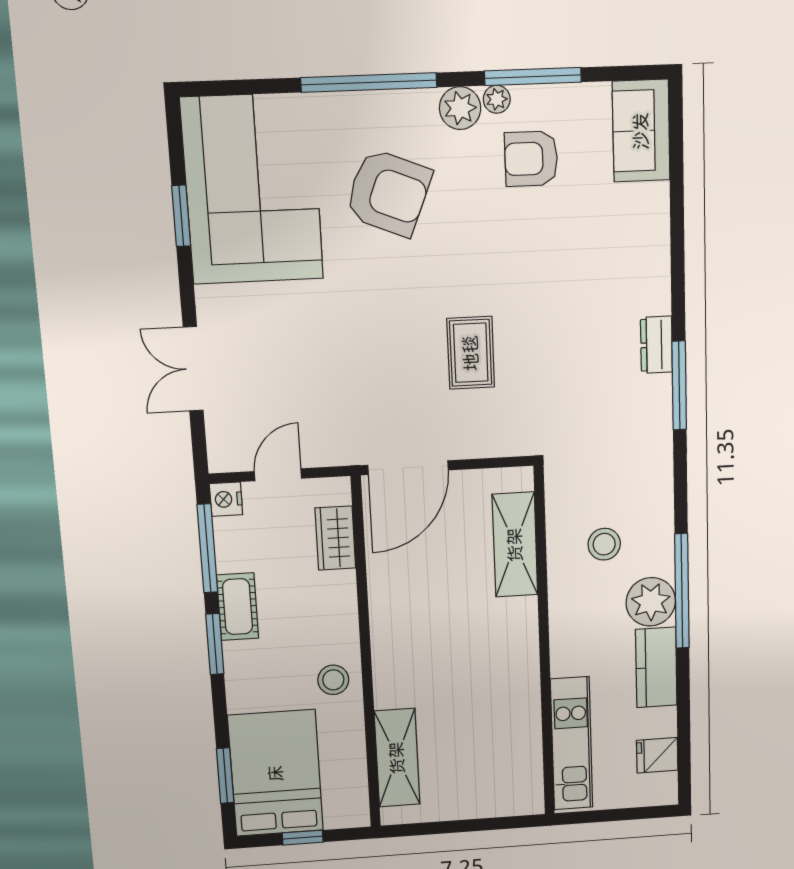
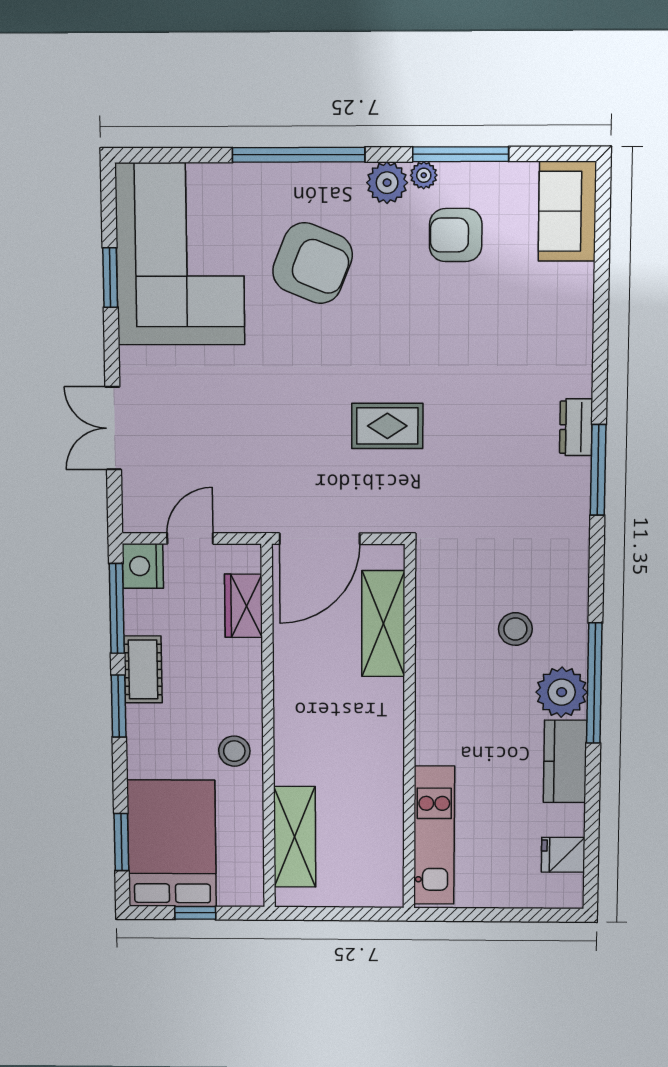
rug: (471, 353) -> (387, 426), turned 90
nightstand: (226, 499) -> (143, 566), width x1.36, depth x1.33
shelving: (515, 545) -> (383, 624), moved
wall: (544, 644) -> (409, 728), moved
kitchen unit: (572, 743) -> (434, 835), moved

